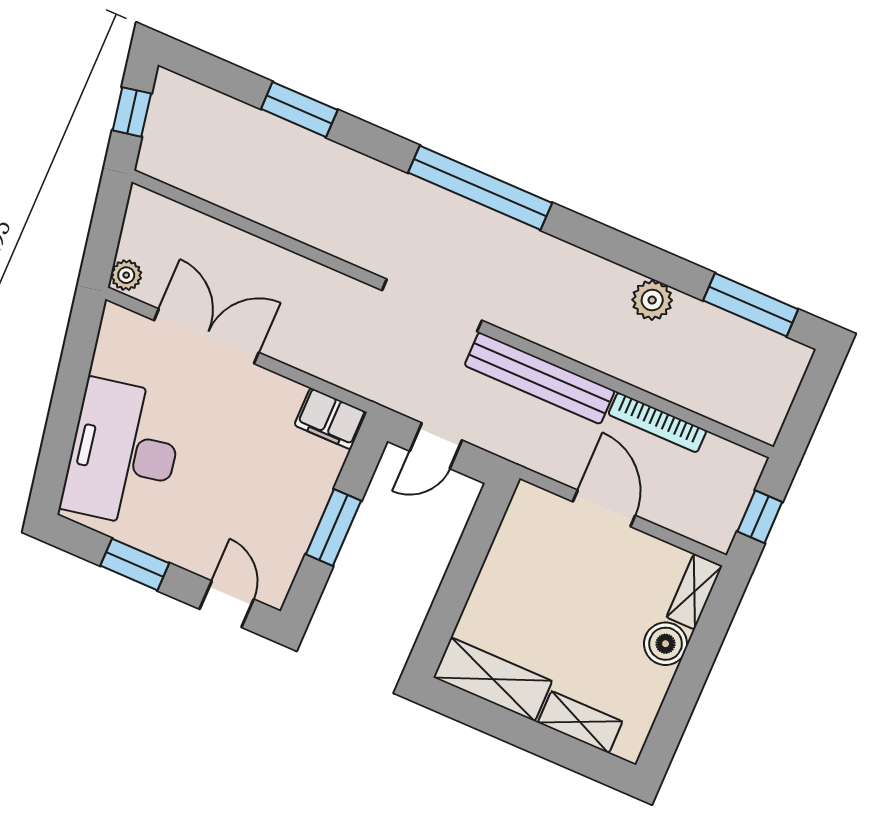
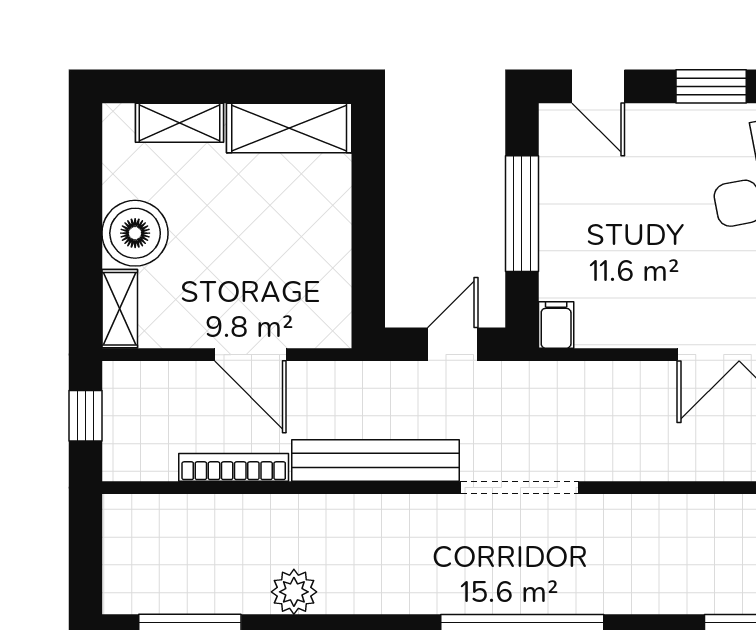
filing cabinet: (331, 419) -> (556, 325), width x0.50
window: (333, 527) -> (522, 214), width x1.44
boiler: (666, 644) -> (135, 233), width x1.37, depth x1.37

